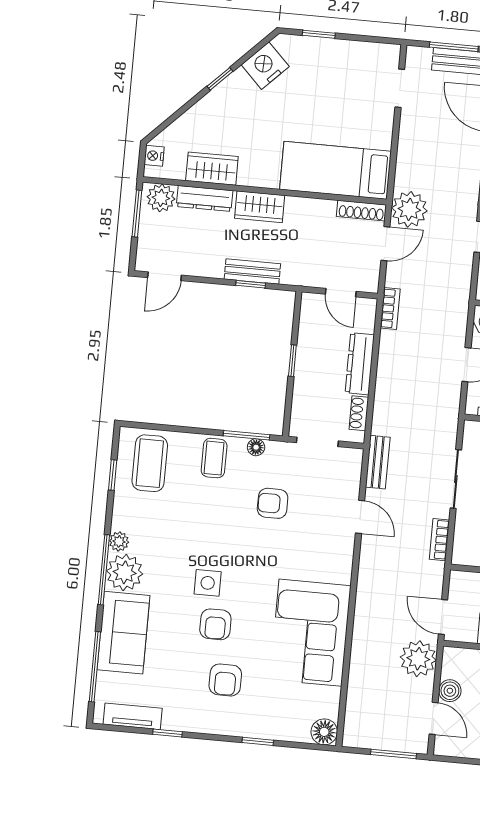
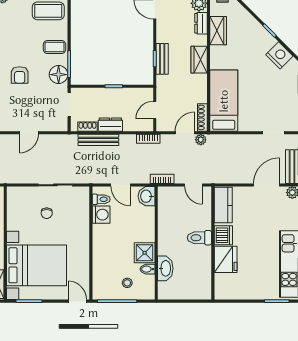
dresser: (205, 198) -> (201, 23), width x0.70
plant: (409, 209) -> (201, 140), width x0.53, depth x0.53
door: (385, 244) -> (185, 133), swing flipped
dresser: (360, 364) -> (110, 125), width x0.70
floor lamp: (256, 447) -> (59, 75), width x1.89, depth x1.89
bench: (378, 462) -> (98, 140), moved, width x1.36
armchair: (273, 503) -> (20, 75), moved, turned 180
bookcase: (439, 540) -> (162, 179), moved

